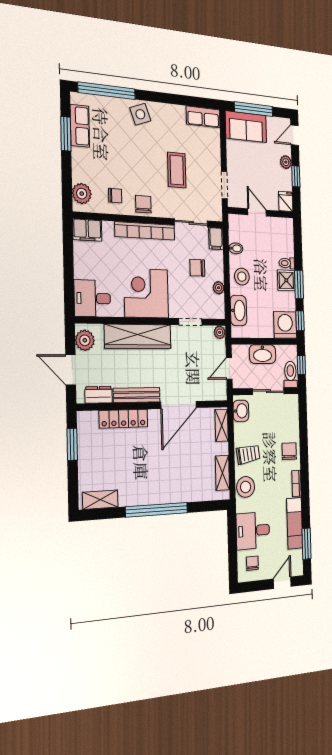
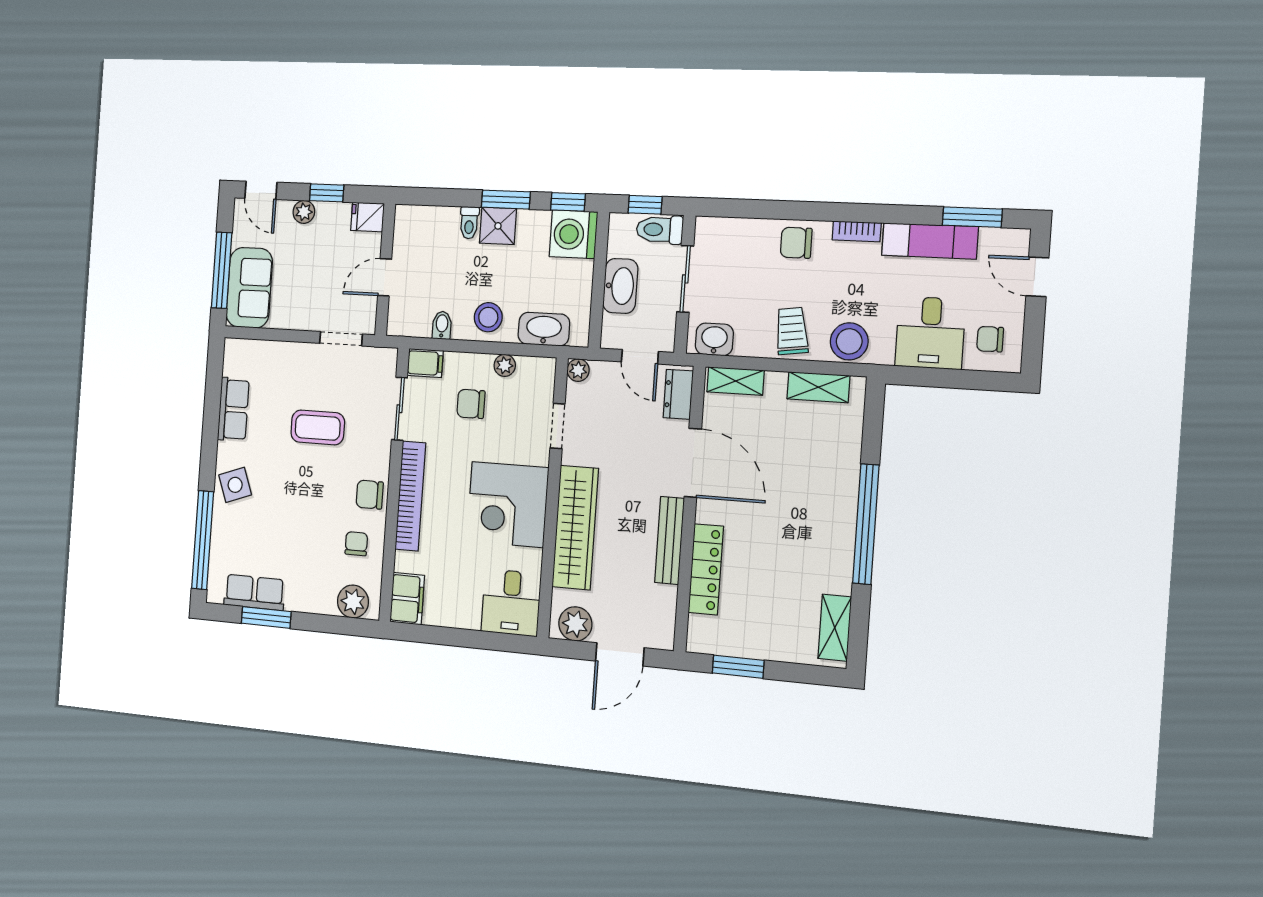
row of seats: (203, 117) -> (233, 409), moved
chair: (197, 268) -> (471, 404), turned 90
dresser: (99, 395) -> (678, 394), moved

